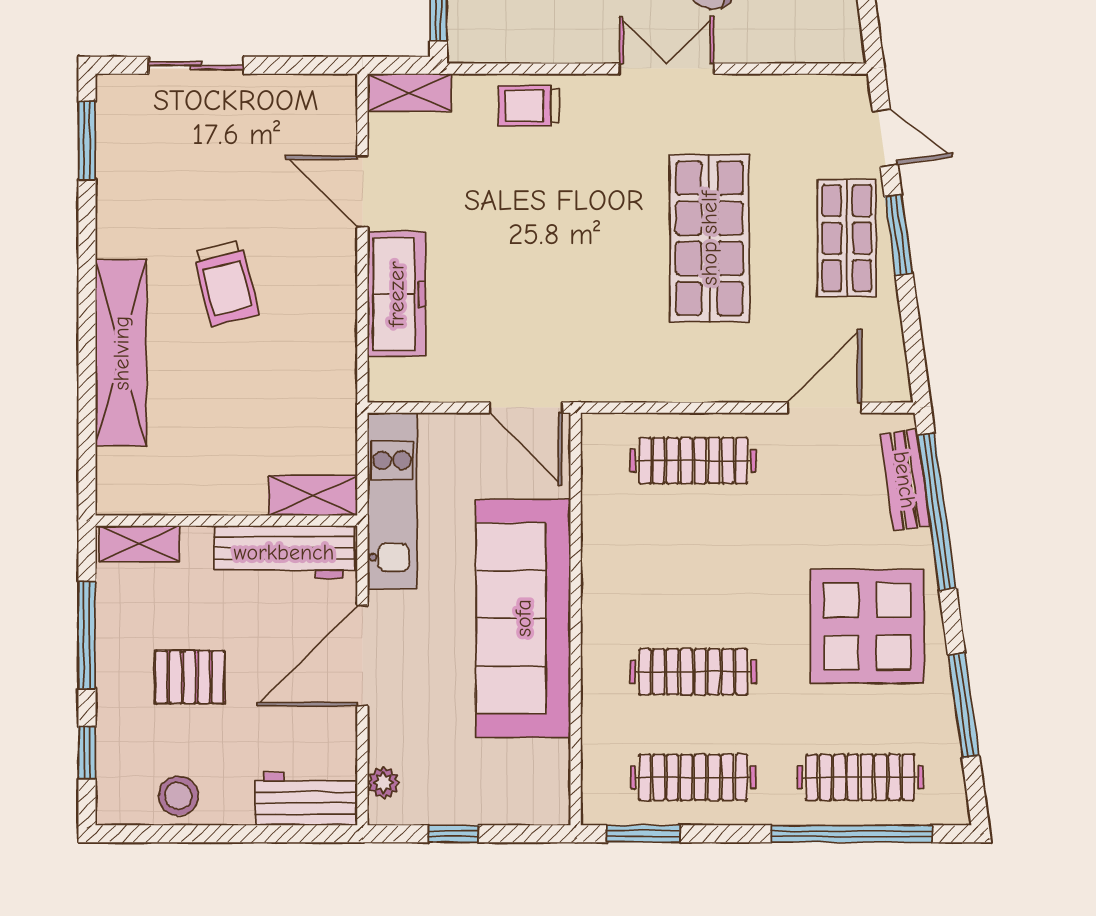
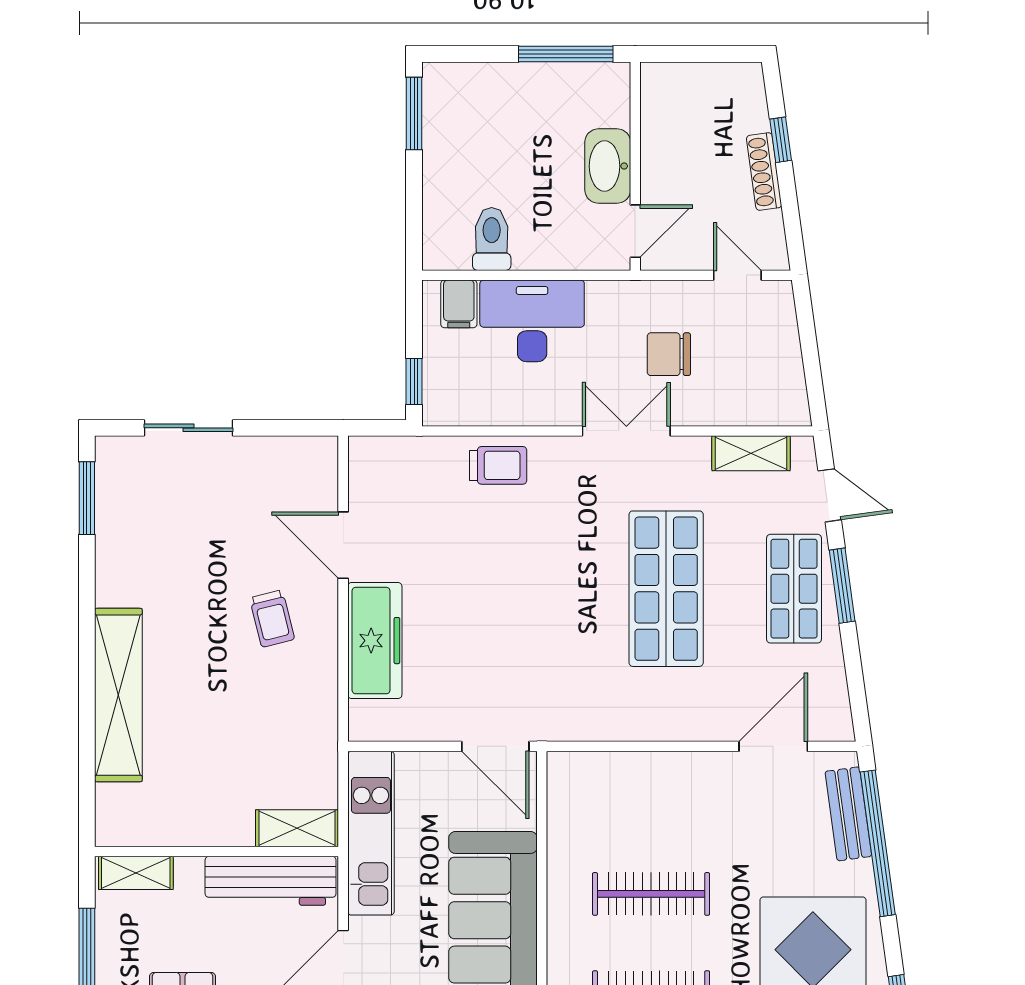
shelving: (409, 93) -> (751, 453), moved
trolley: (529, 106) -> (498, 465), turned 180
trolley: (226, 283) -> (272, 619), moved, width x0.73, depth x0.72
clothes rail: (693, 461) -> (651, 894), moved

